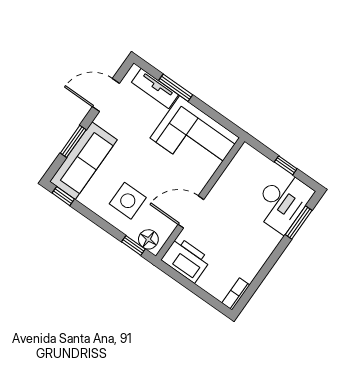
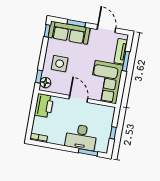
desk: (282, 201) -> (81, 137), moved
door: (191, 212) -> (78, 99), moved

